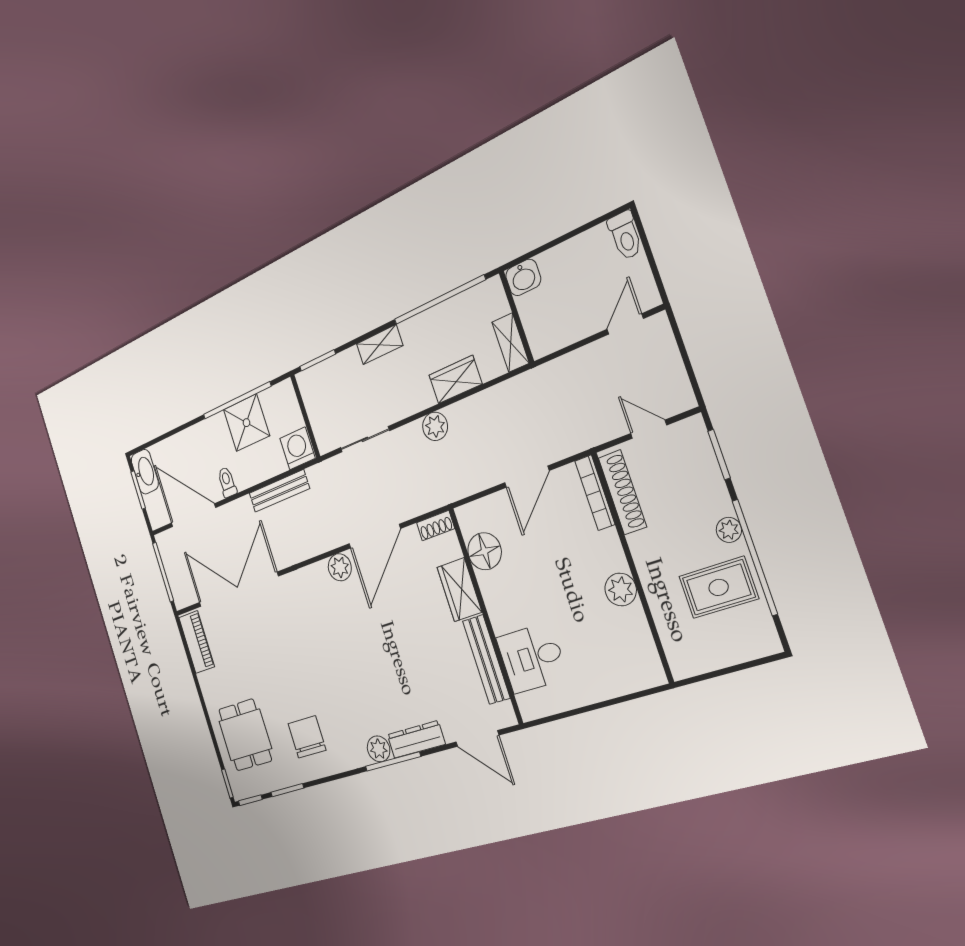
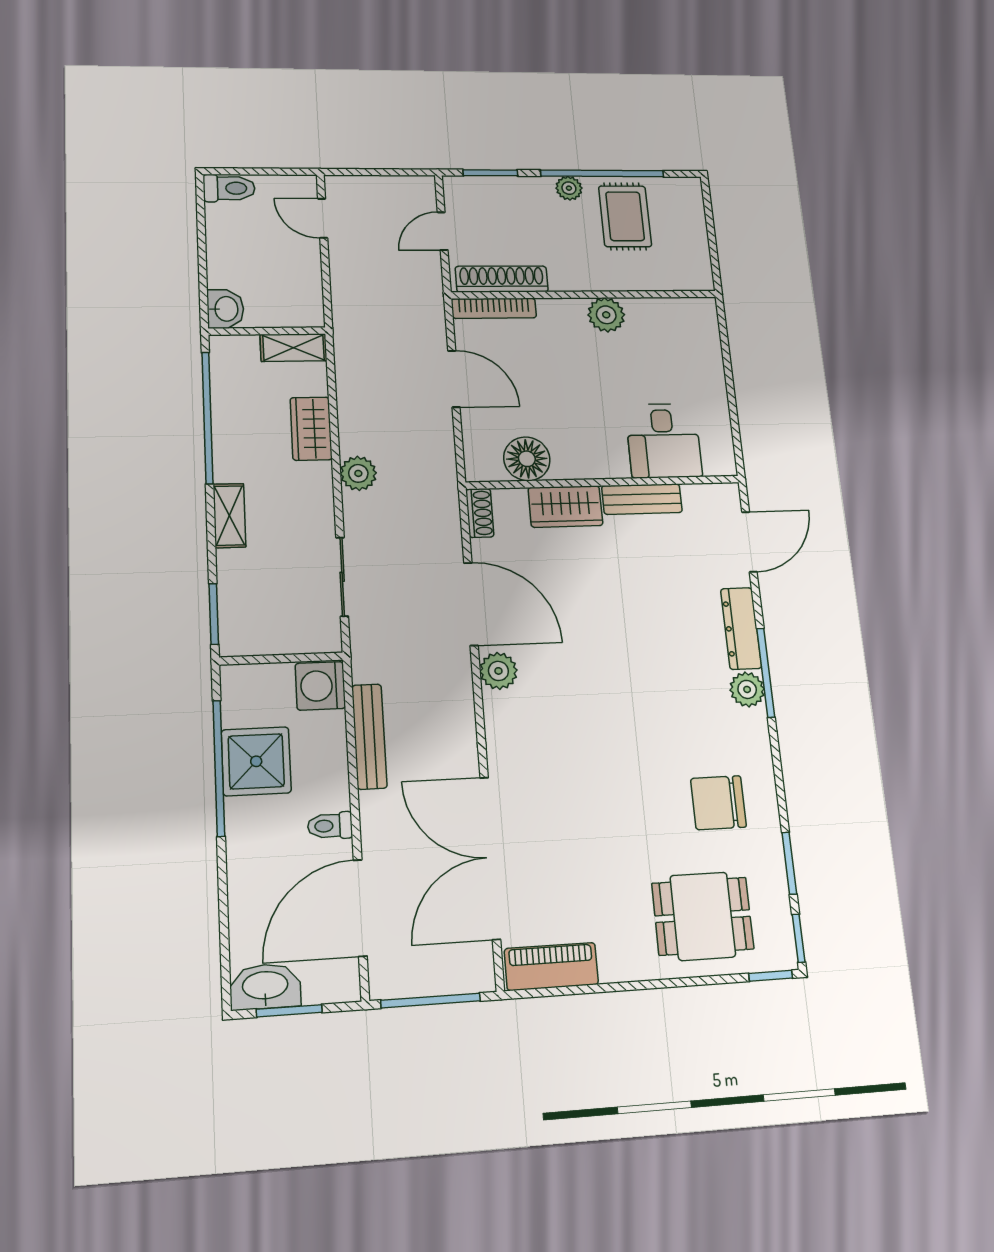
bench: (486, 660) -> (642, 499), width x0.73

